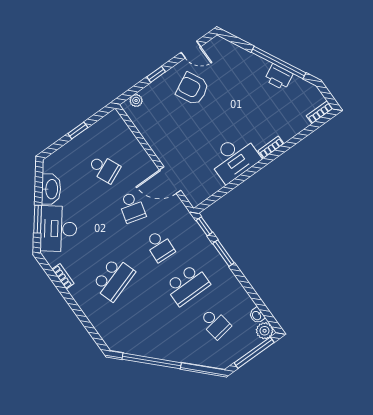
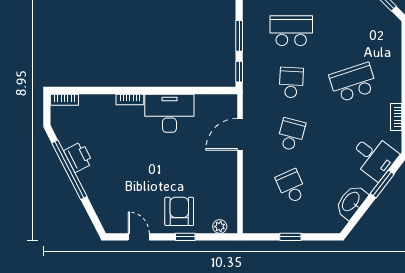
armchair: (192, 89) -> (179, 211), moved, turned -153
door: (170, 180) -> (240, 134), swing flipped
desk: (58, 229) -> (374, 157), width x0.73

